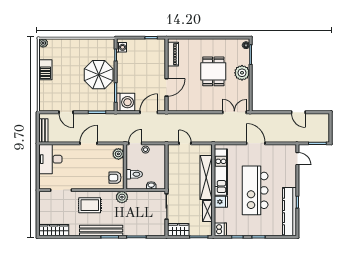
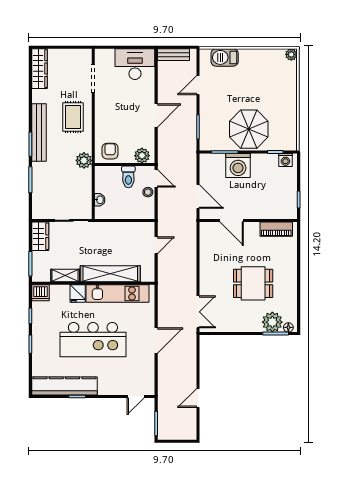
barbecue: (45, 70) -> (225, 57), moved
plant: (242, 73) -> (272, 322), moved
washing machine: (126, 102) -> (238, 165), moved
door: (89, 143) -> (156, 115), hinge flipped
toilet: (134, 174) -> (128, 177), moved
kitchen island: (255, 190) -> (93, 340), turned 180

